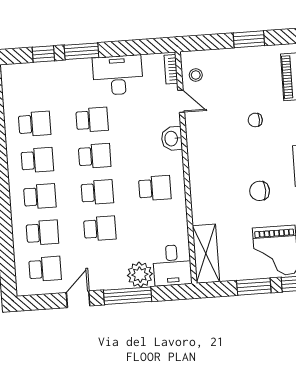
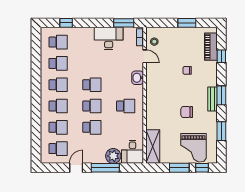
window: (81, 51) -> (124, 23), moved
school desk: (92, 120) -> (58, 42), moved

